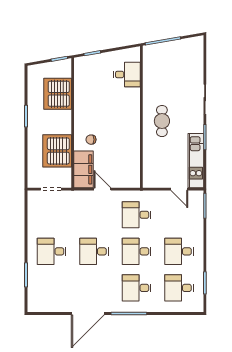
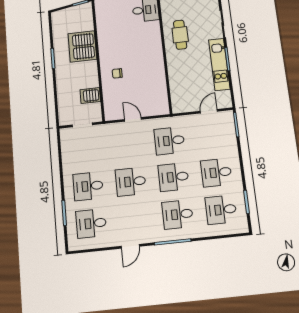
server rack: (58, 94) -> (82, 46), moved
cafe table: (162, 121) -> (180, 35), moved
server rack: (57, 151) -> (90, 96), width x0.46, depth x0.70
kitchen unit: (196, 161) -> (219, 64), moved
filing cabinet: (84, 169) -> (113, 102), removed
door: (179, 189) -> (209, 111), swing flipped
desk: (52, 288) -> (91, 224), added
door: (88, 314) -> (130, 246), width x0.53

